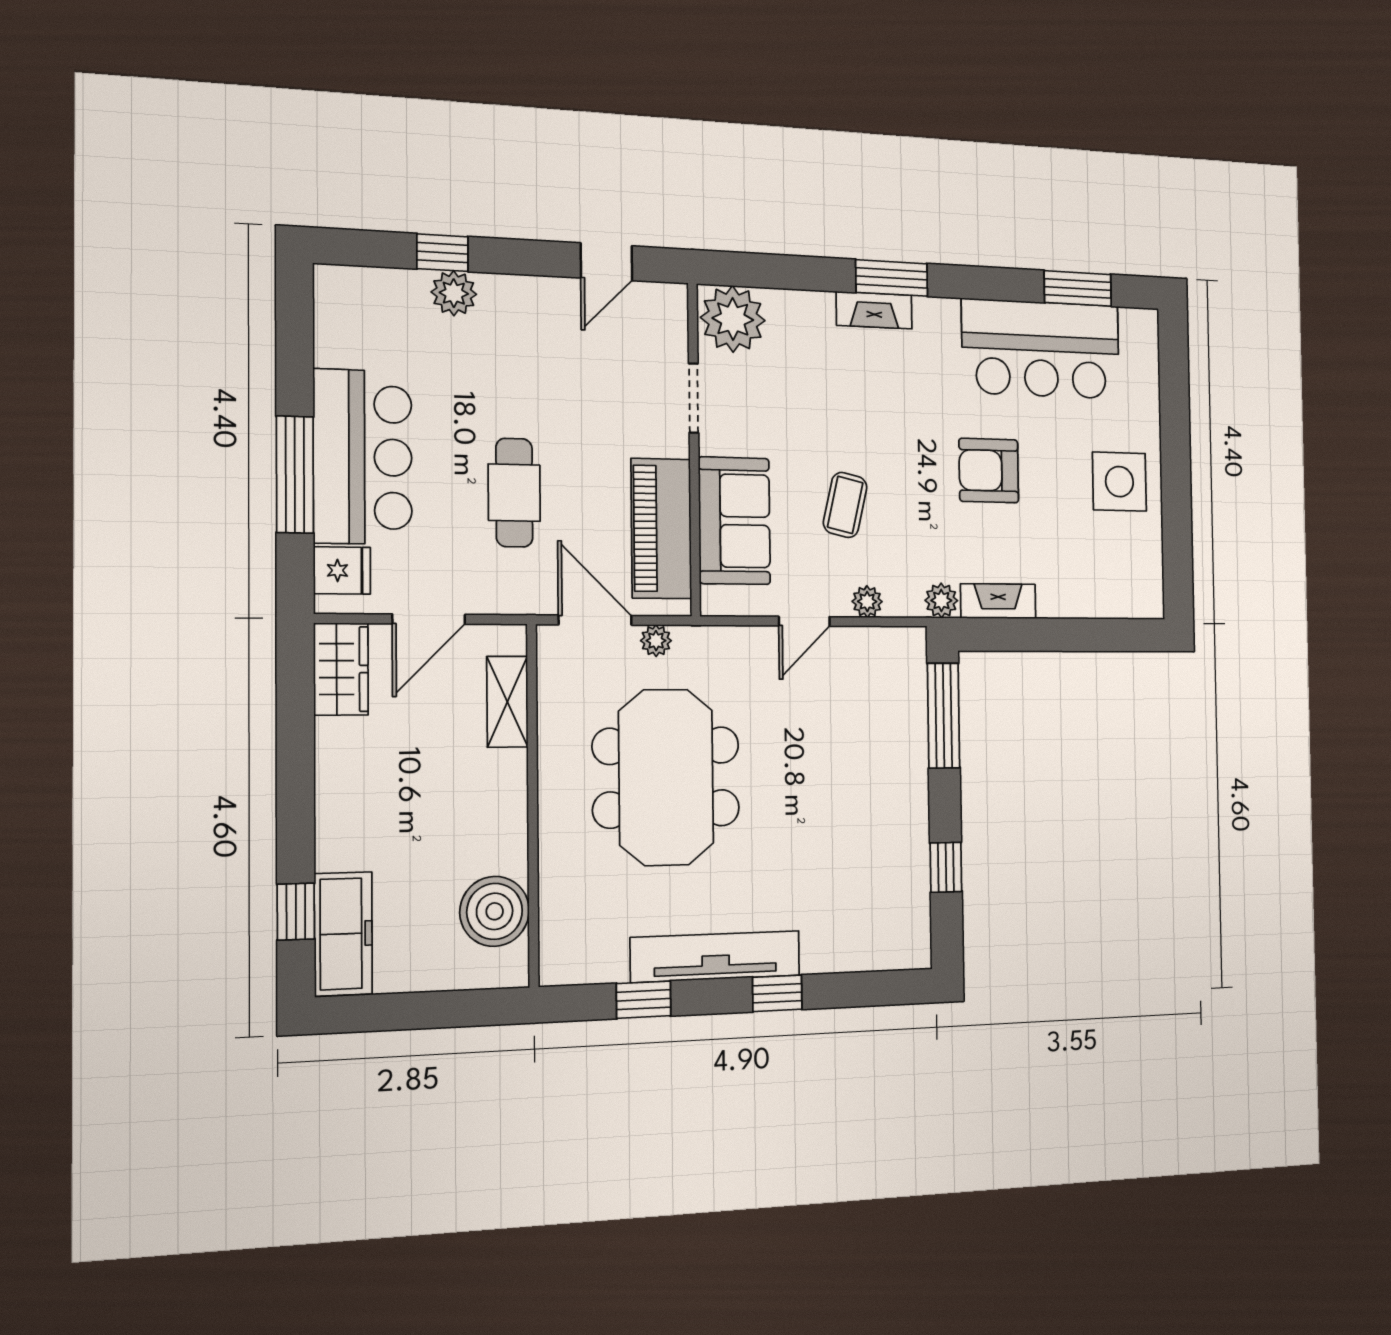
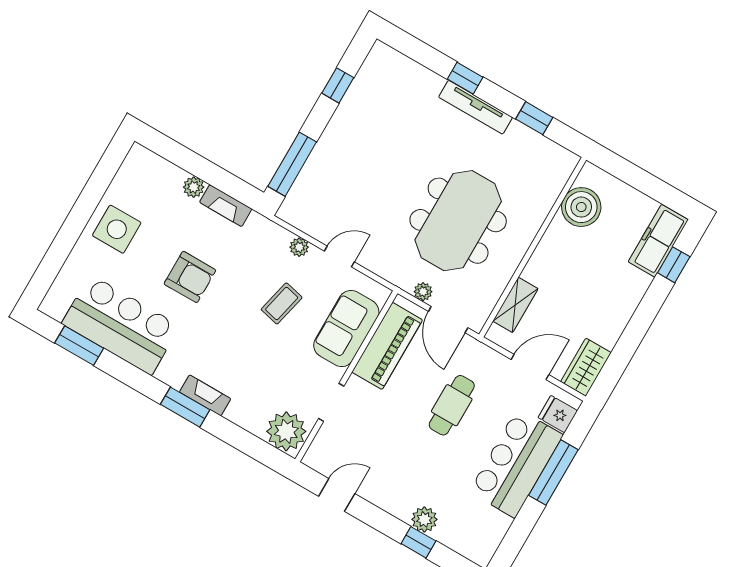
plant: (941, 600) -> (194, 187), moved
tv unit: (716, 957) -> (476, 107), width x0.73, depth x0.78

